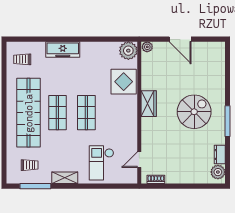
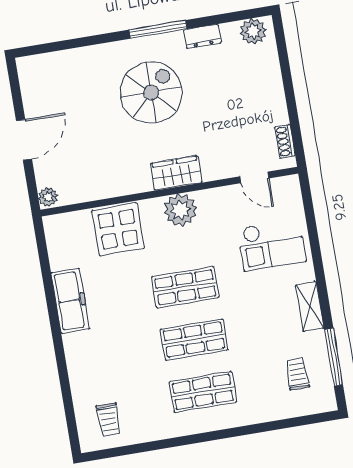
freezer: (63, 49) -> (70, 301), moved
plant: (128, 51) -> (180, 210), moved
wardrobe: (149, 104) -> (176, 173), moved
spiral stairs: (194, 112) -> (151, 93), turned 90
shop shelf: (29, 113) -> (203, 392), width x0.50, depth x0.74
dresser: (220, 154) -> (202, 36), moved

